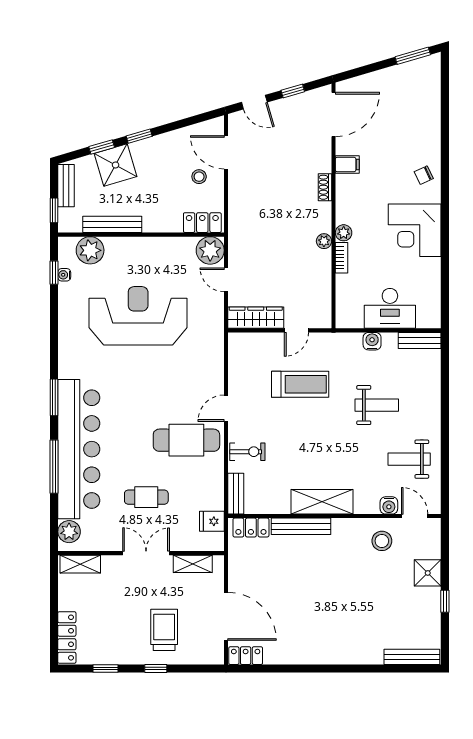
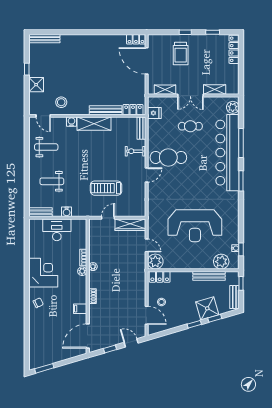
weight bench: (377, 405) -> (52, 181), moved
water cooler: (389, 505) -> (71, 122), moved
shelving: (80, 564) -> (215, 89), moved

